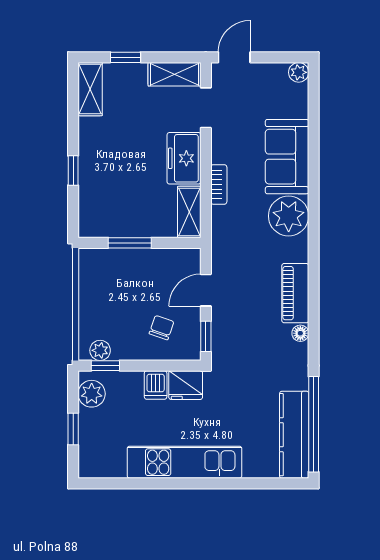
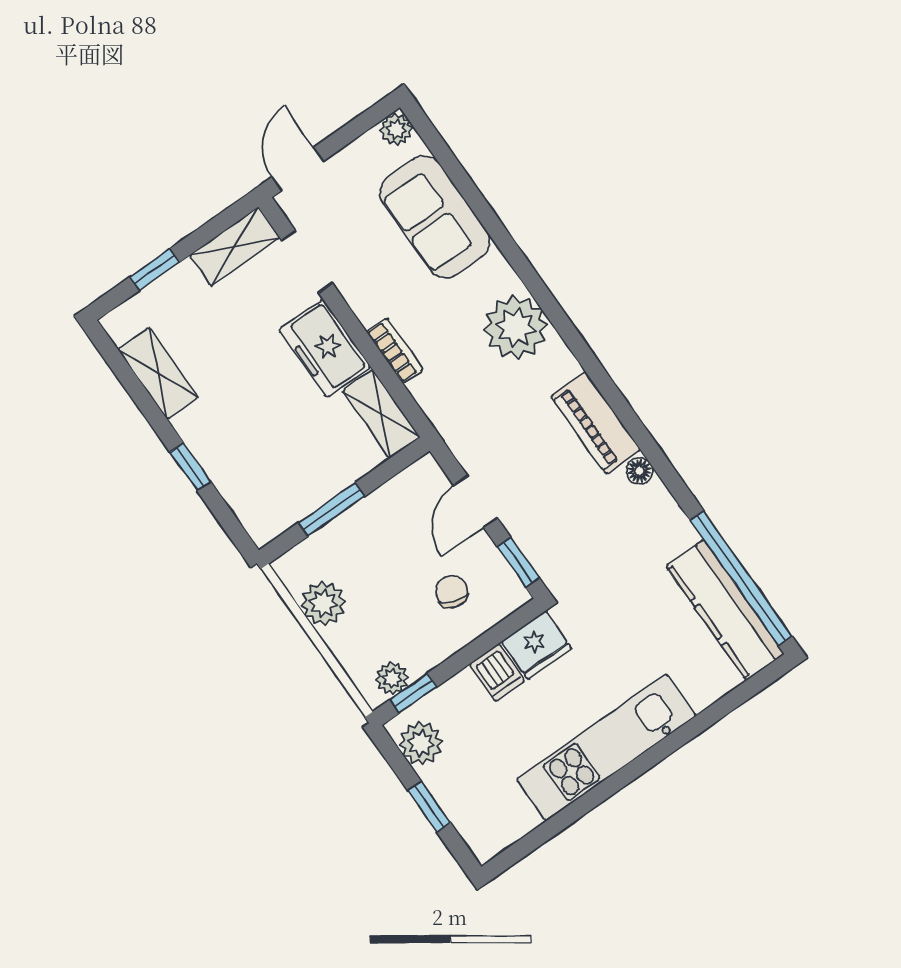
shelving: (90, 89) -> (158, 373), moved
sofa: (287, 157) -> (435, 217), moved
plant: (92, 288) -> (323, 603), added

